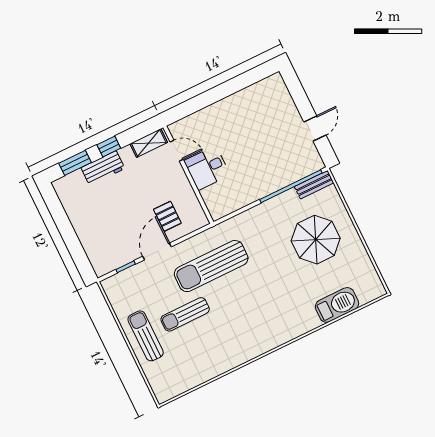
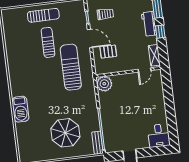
desk: (207, 168) -> (159, 135), moved, turned 180
plant: (219, 205) -> (104, 84), added
trolley: (111, 241) -> (105, 14), added
barbecue: (337, 305) -> (20, 109), moved

